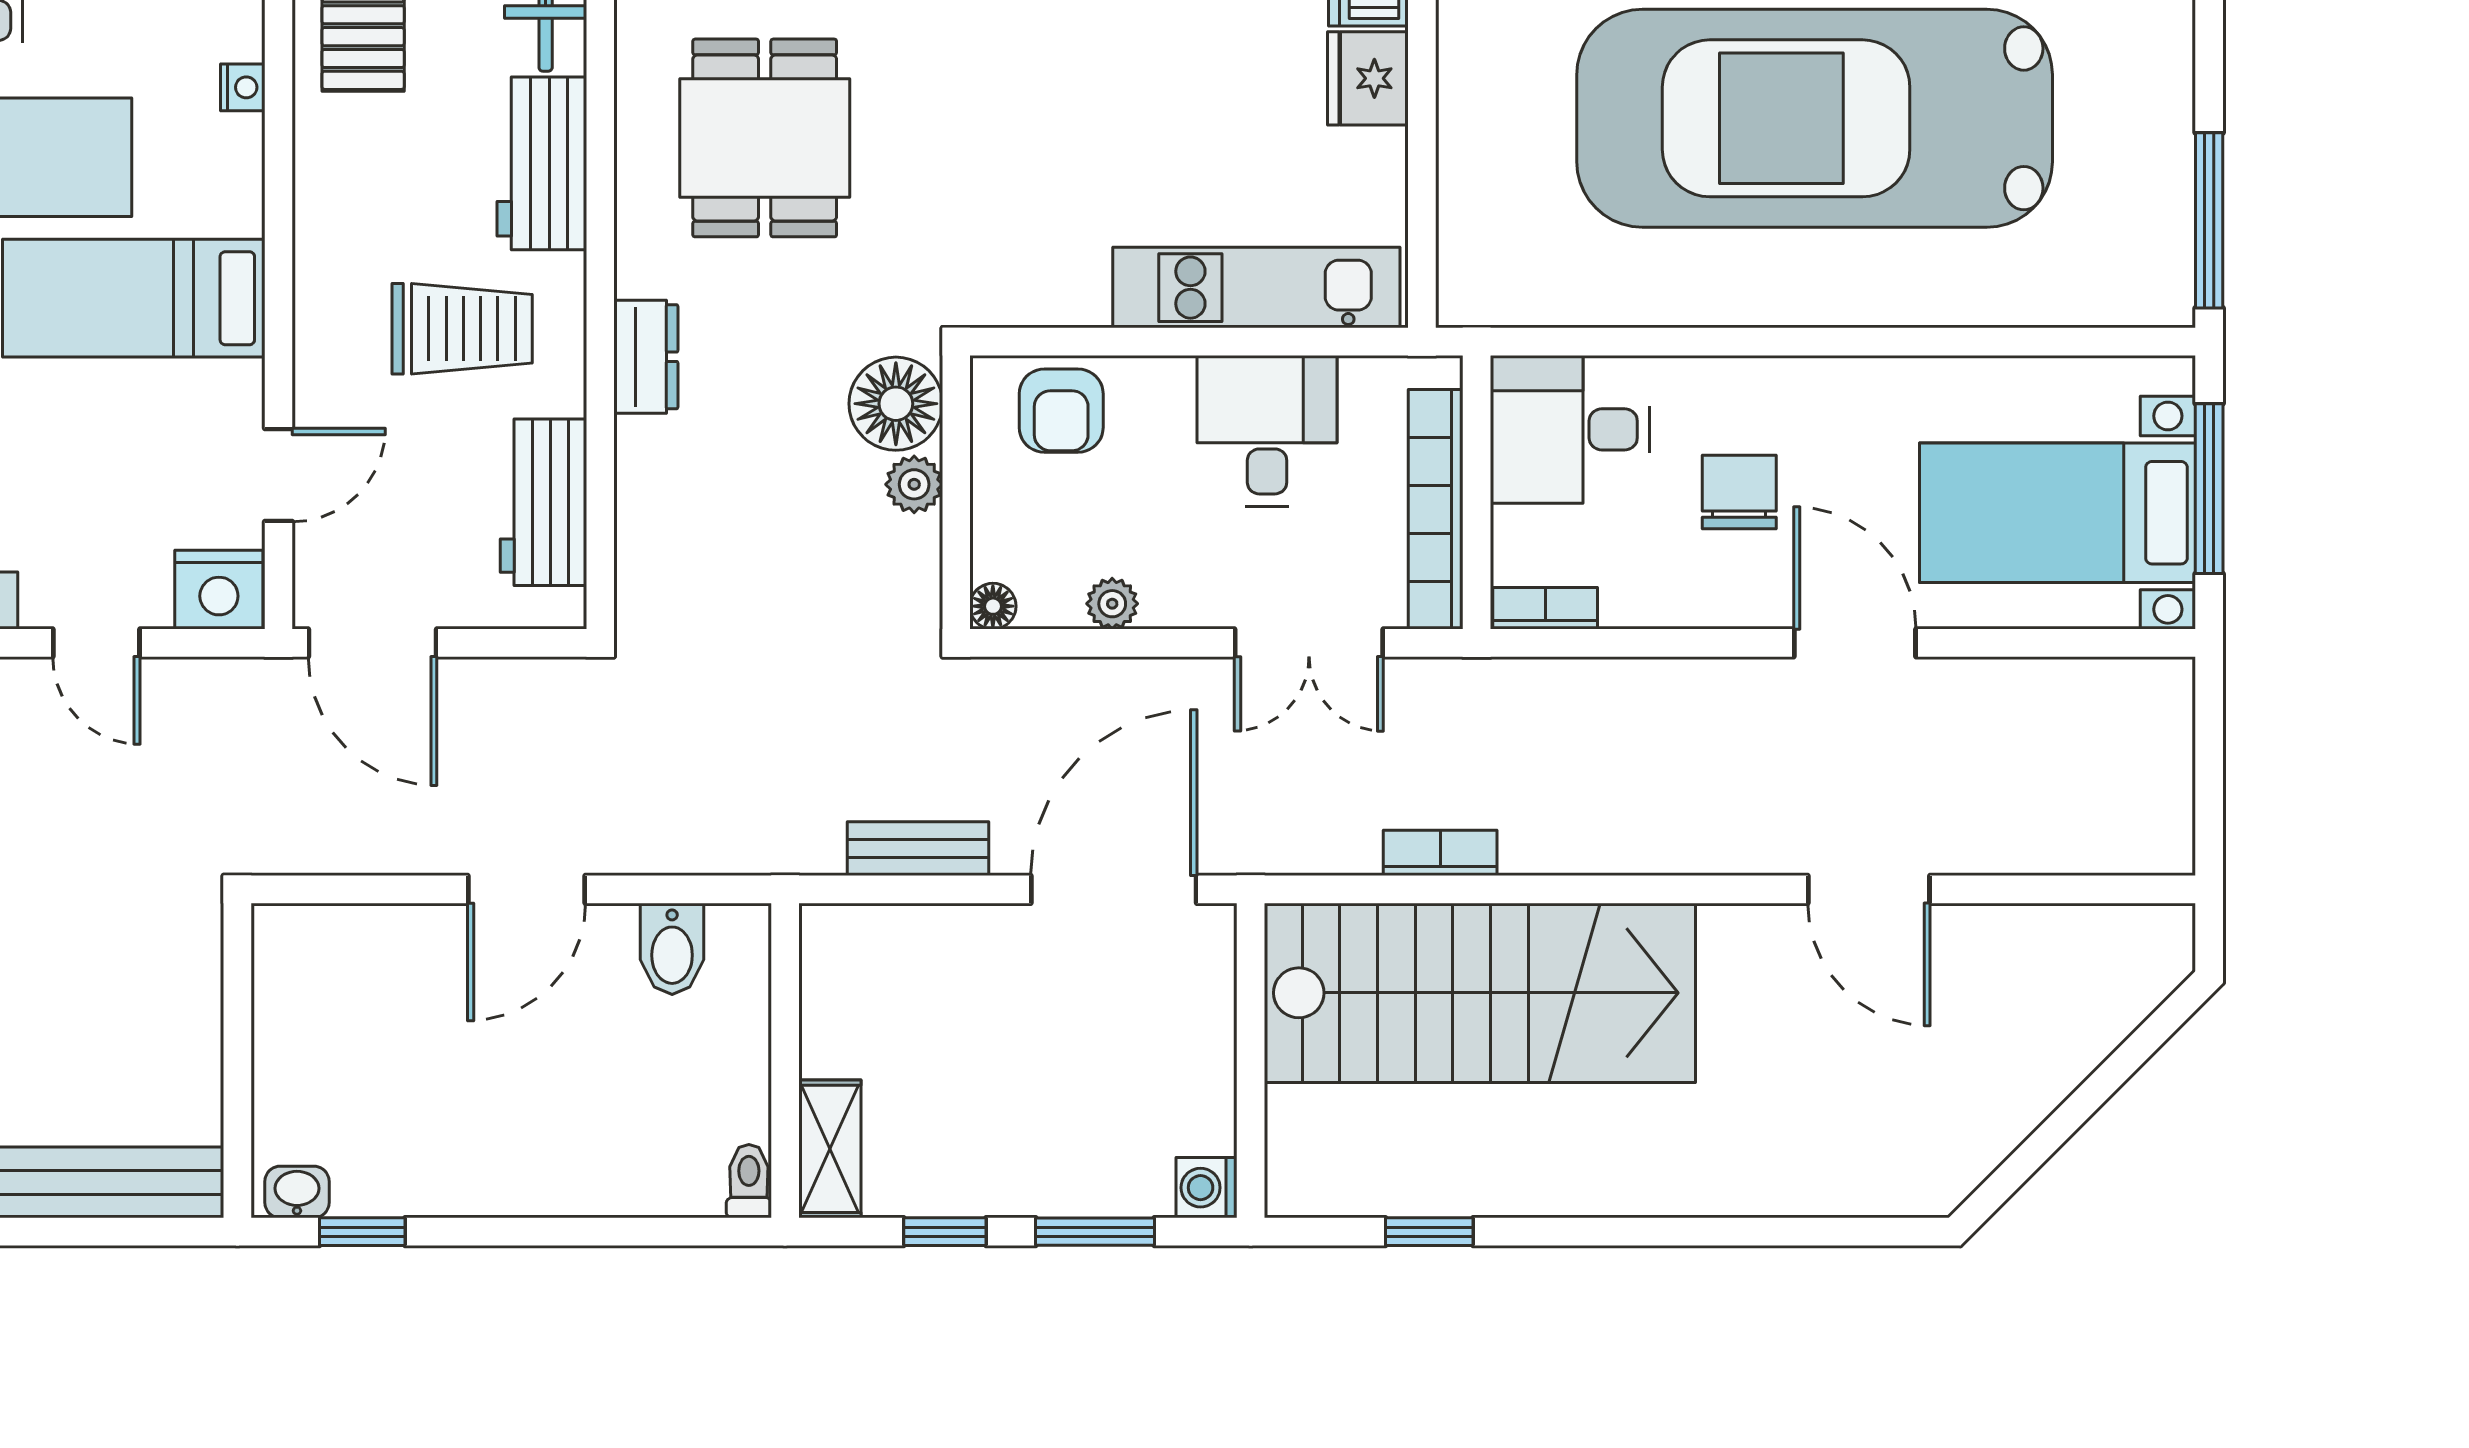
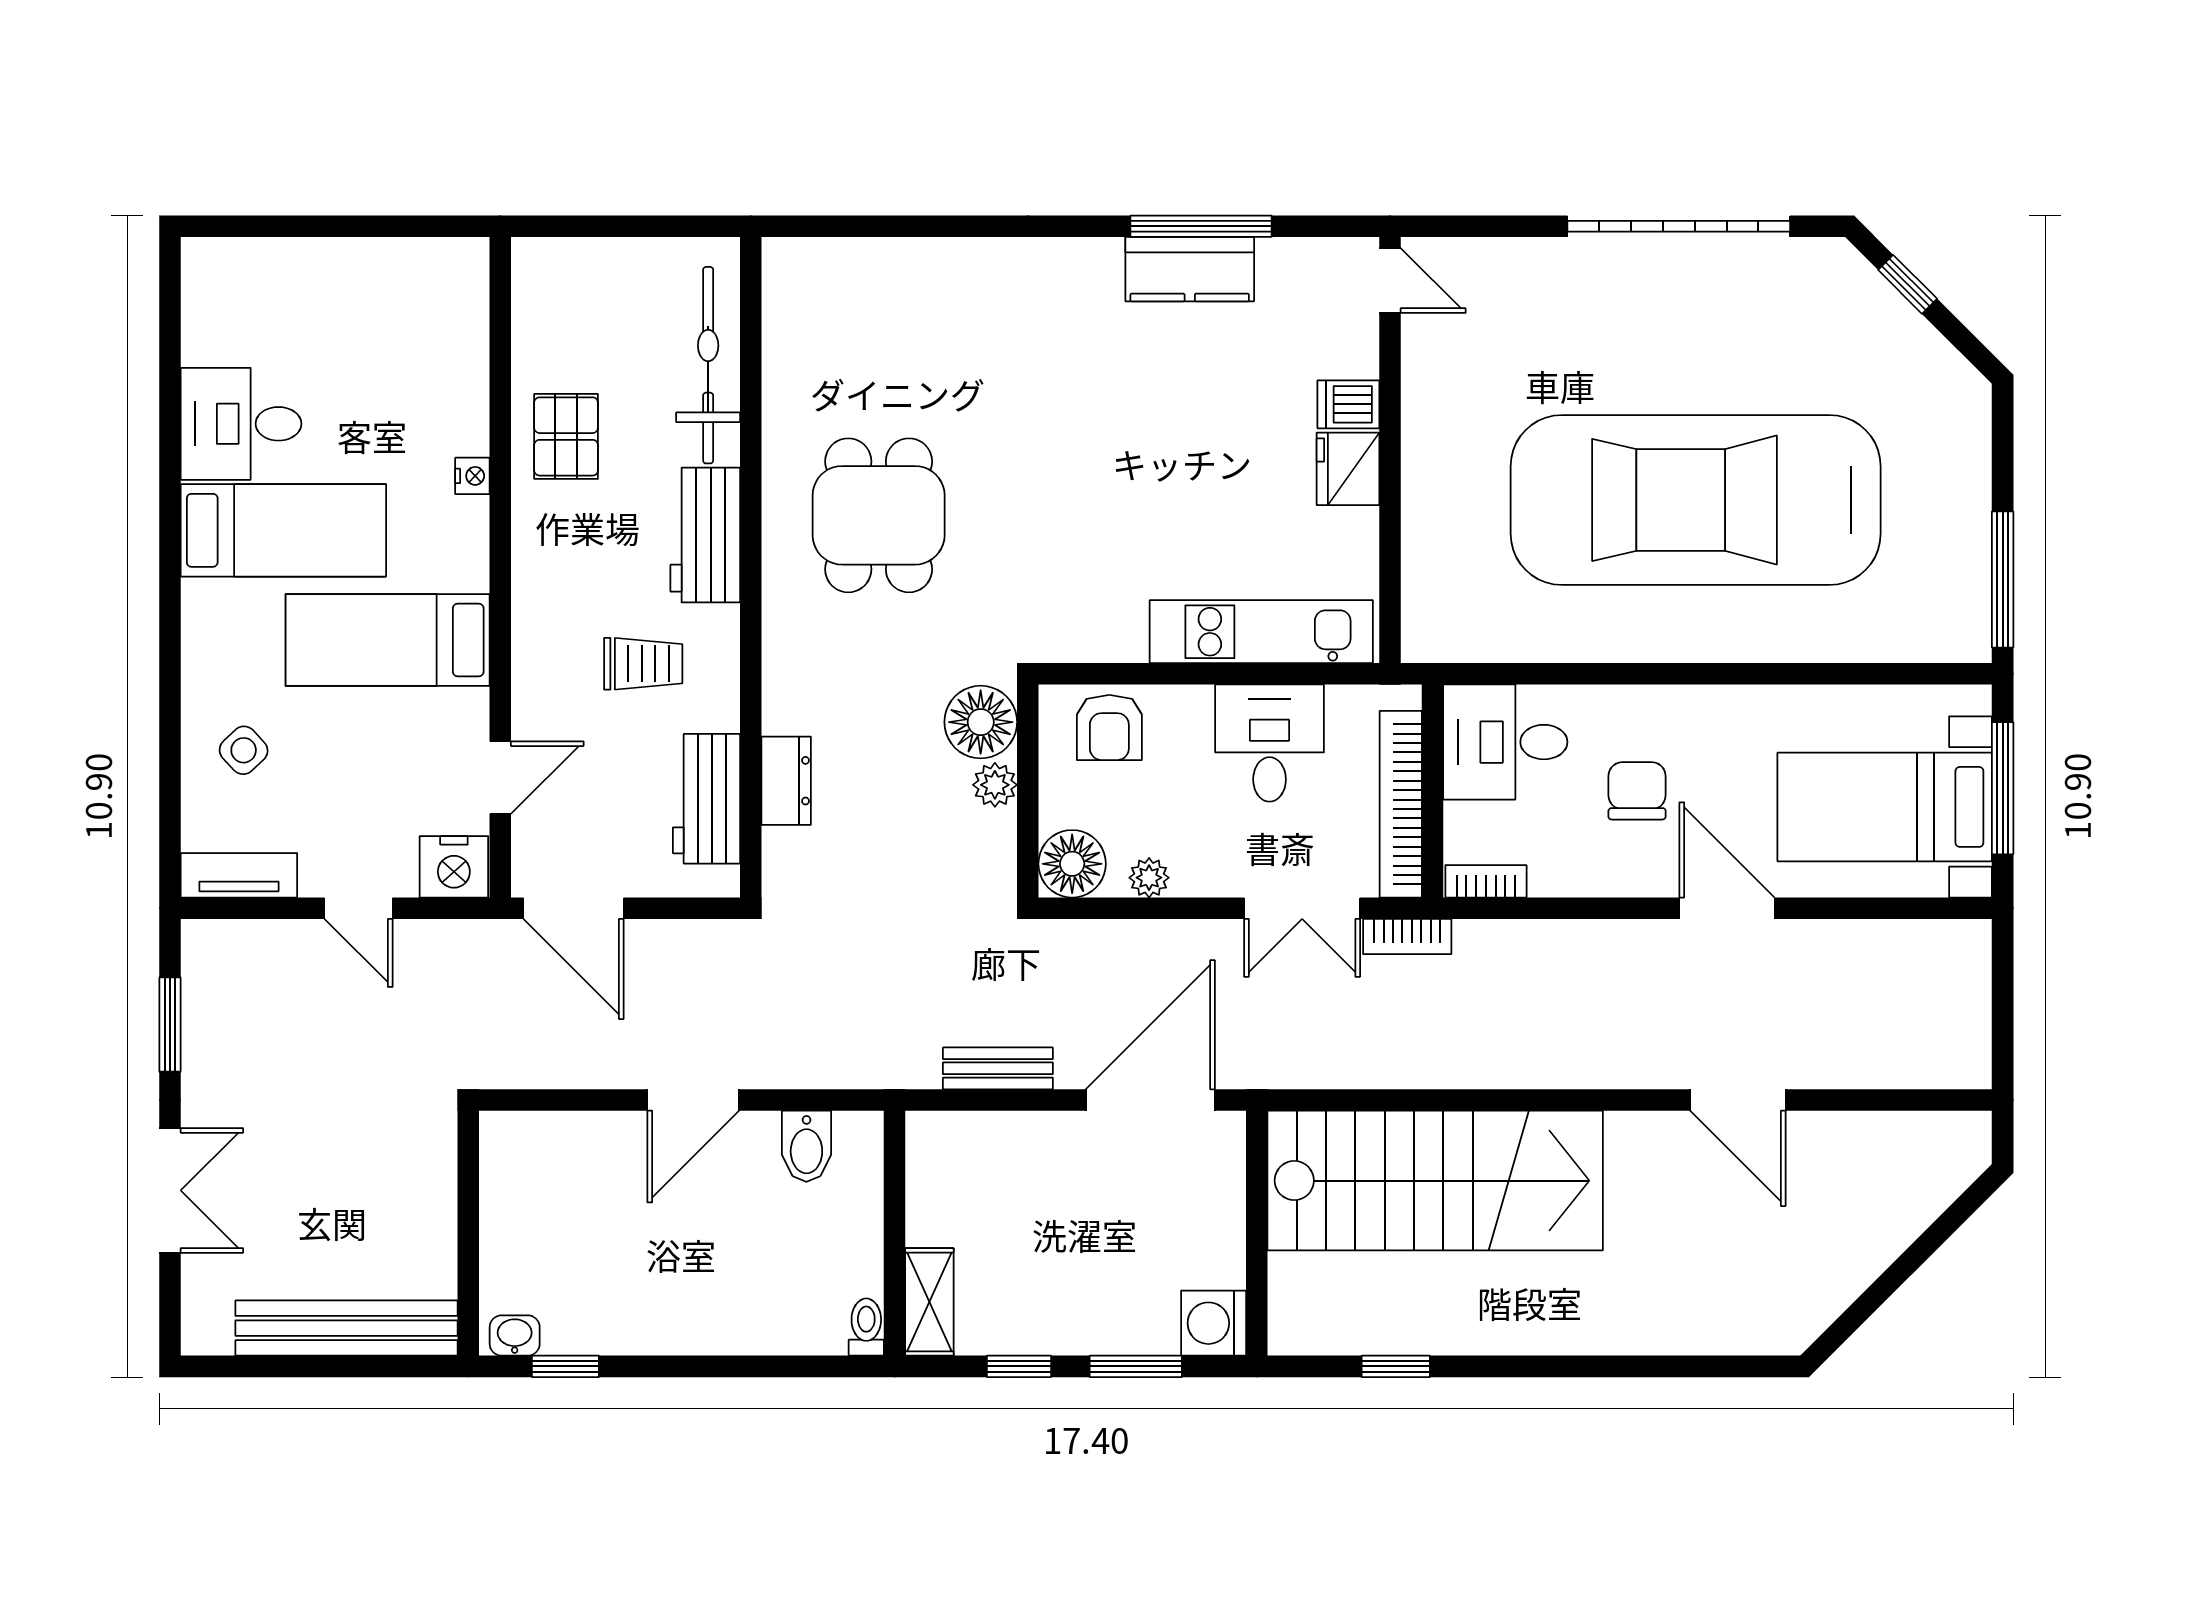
trolley: (462, 329) -> (643, 664), width x0.73, depth x0.72
dresser: (646, 357) -> (786, 781), moved
floor lamp: (993, 606) -> (1072, 864), width x1.89, depth x1.89
bookcase: (1440, 853) -> (1407, 937), moved, turned 180
washing machine: (1207, 1188) -> (1214, 1323), width x1.38, depth x1.38

